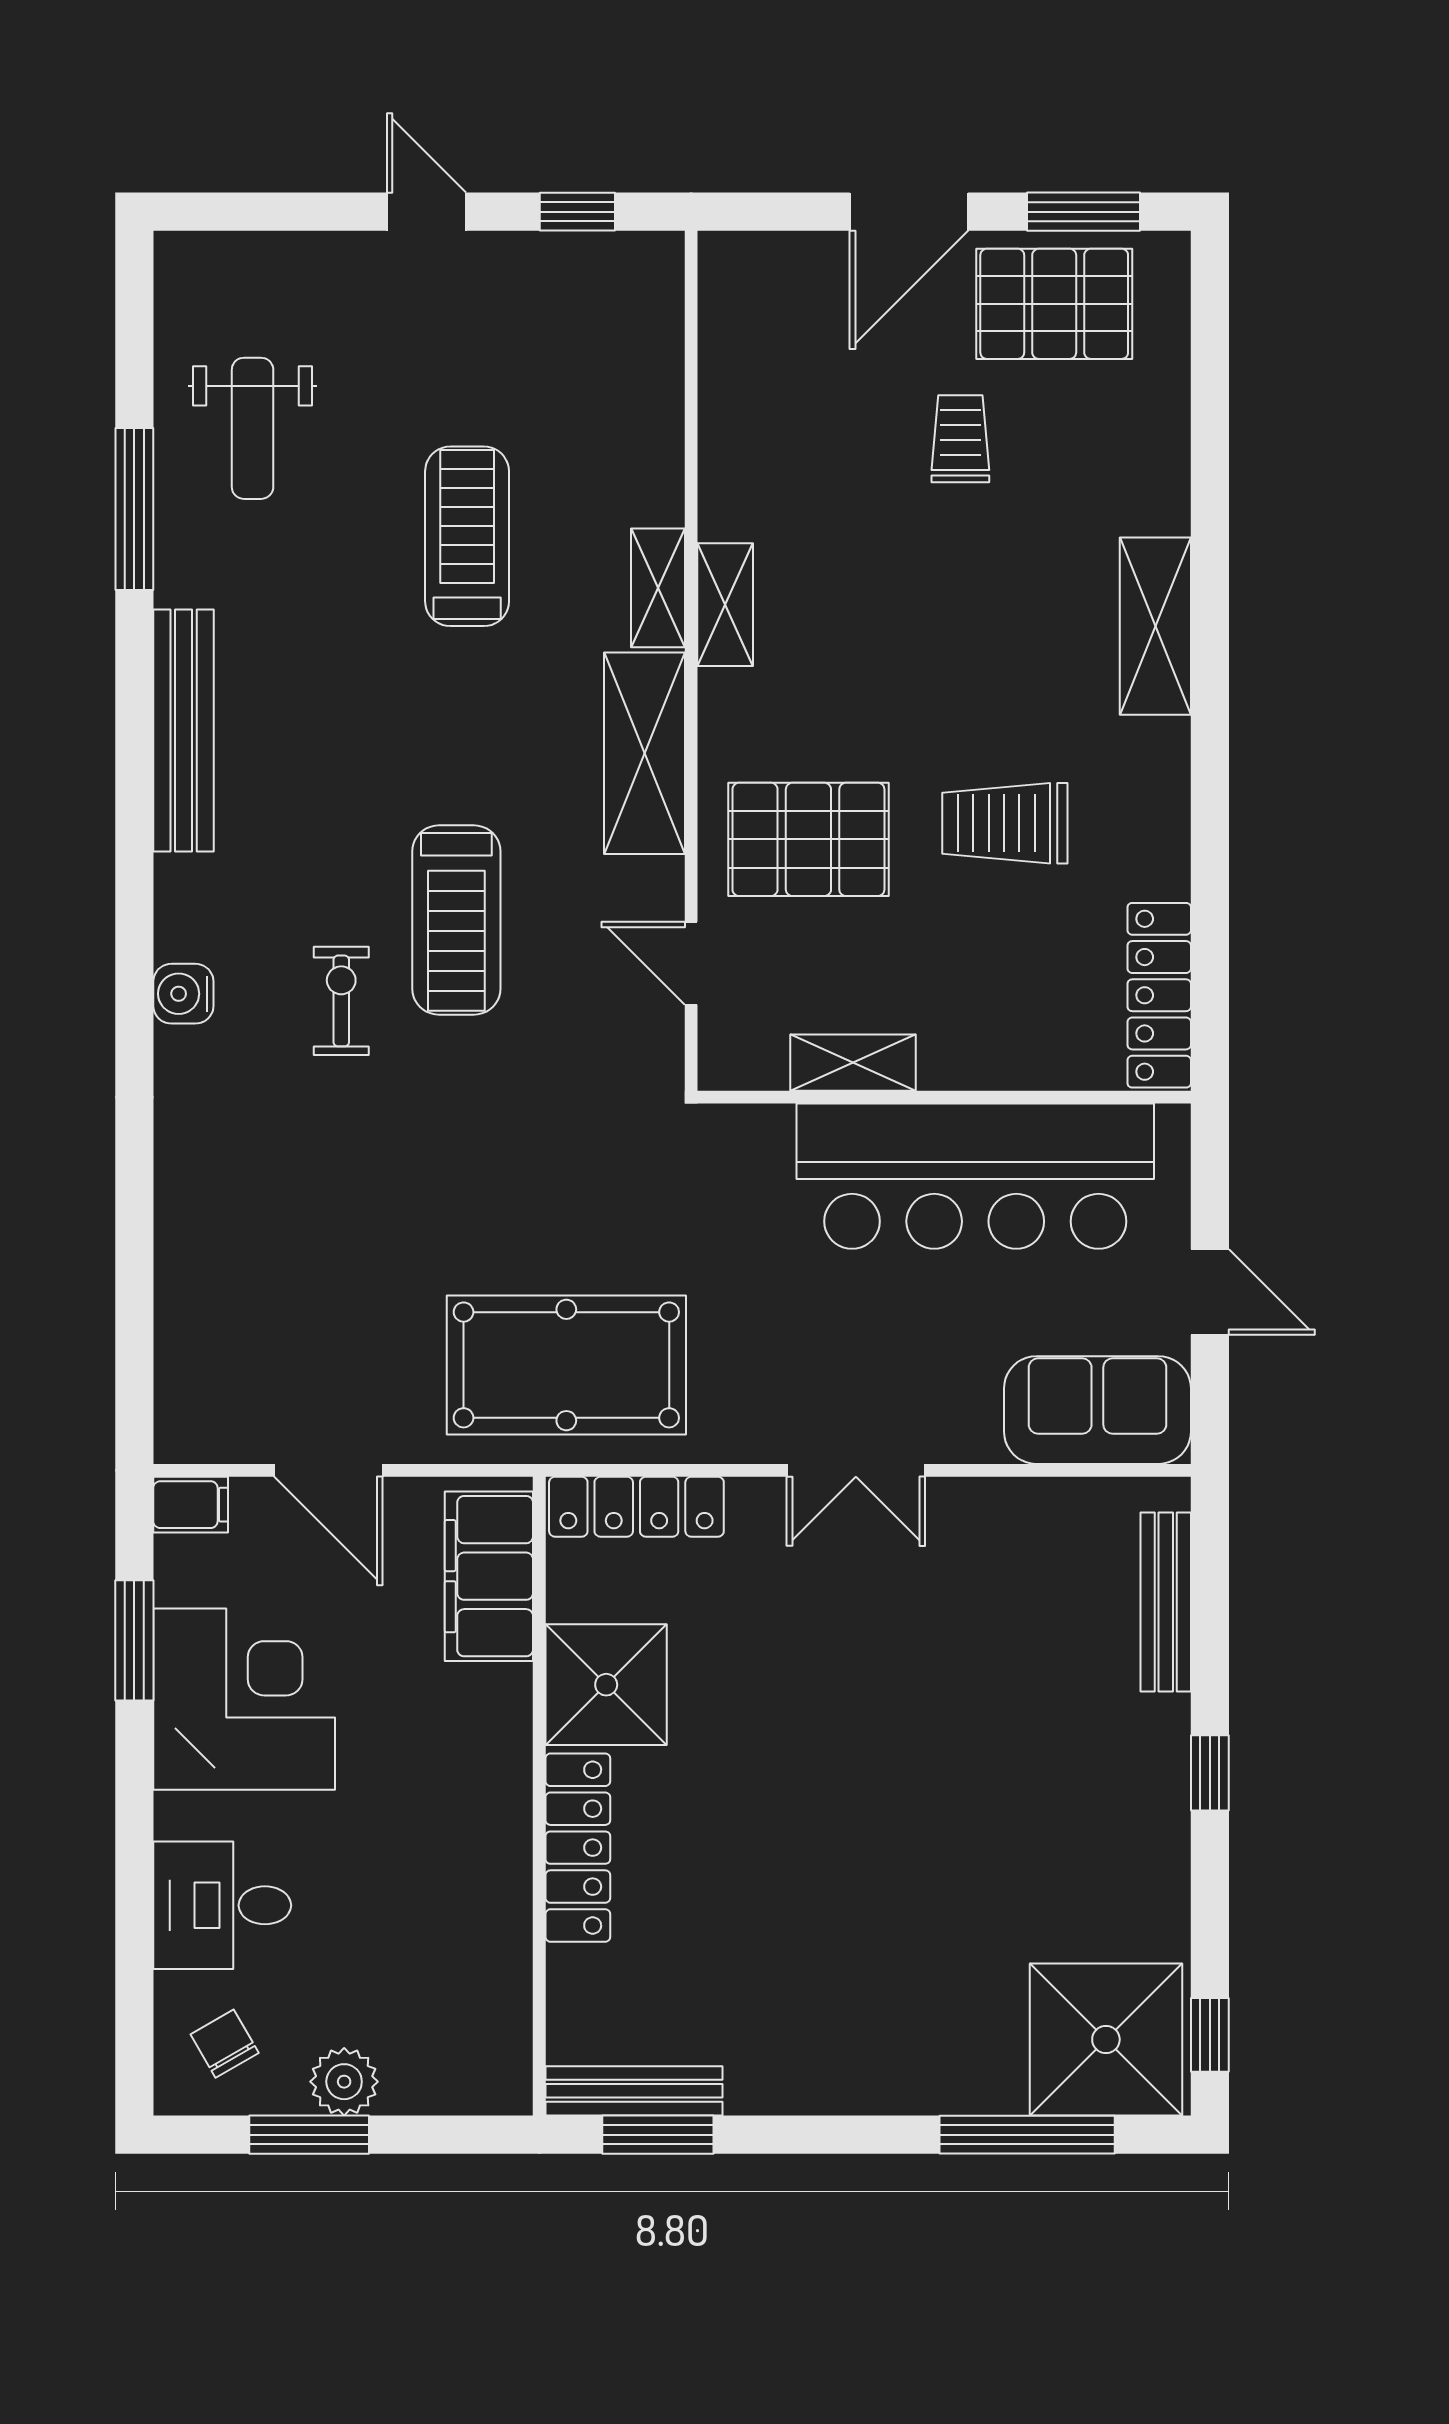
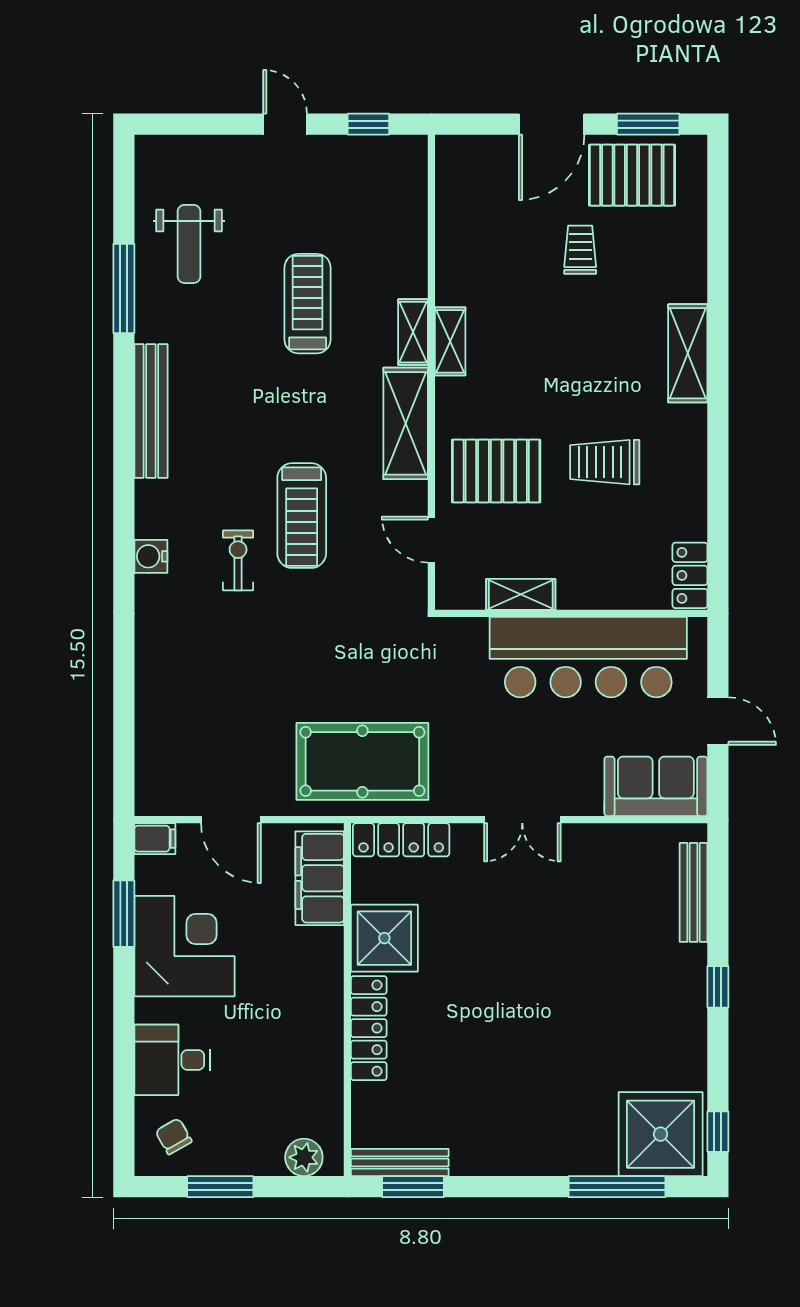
locker: (1159, 995) -> (690, 575), width x0.66
plant: (344, 2082) -> (304, 1157), moved

